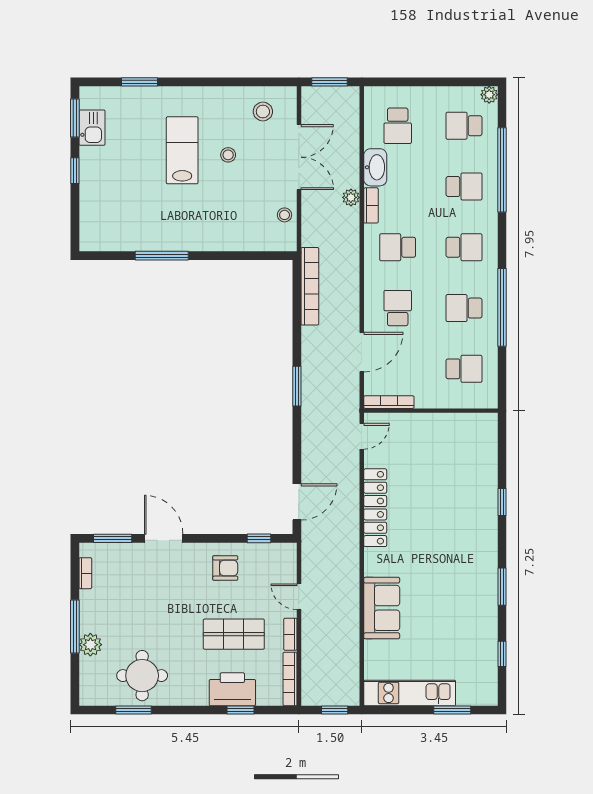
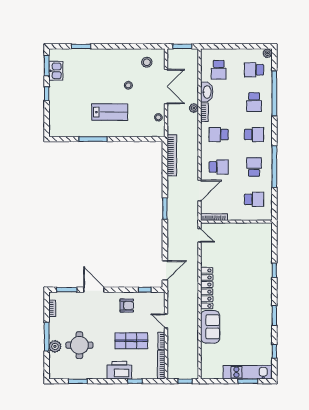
lab bench: (182, 150) -> (110, 112), moved, turned 90
school desk: (464, 187) -> (254, 102), turned 90
school desk: (398, 308) -> (219, 167), turned 90
school desk: (464, 308) -> (254, 167), turned 90
door: (362, 436) -> (200, 235), hinge flipped
locker: (375, 508) -> (207, 288), moved
round table: (142, 676) -> (79, 345), moved
printer: (232, 689) -> (119, 370), moved
kitchen unit: (410, 693) -> (248, 372), moved

